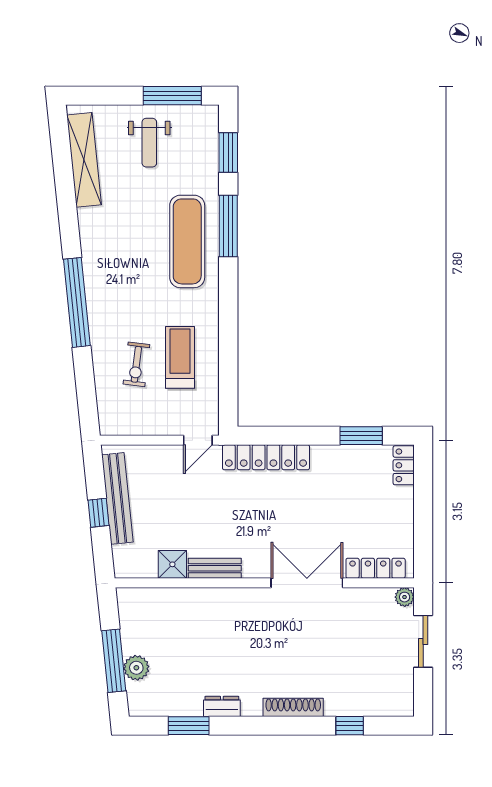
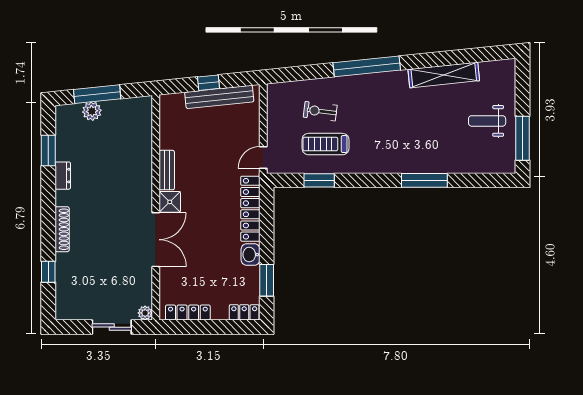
window: (228, 153) -> (319, 180), moved
shelving: (84, 160) -> (444, 75), moved
exercise mat: (187, 241) -> (413, 149), removed
treadmill: (180, 357) -> (326, 144), turned 180
door: (198, 440) -> (263, 157), hinge flipped
washbasin: (327, 457) -> (251, 255), added
shower: (172, 564) -> (170, 202), moved
locker: (376, 568) -> (188, 313), moved, turned -90

